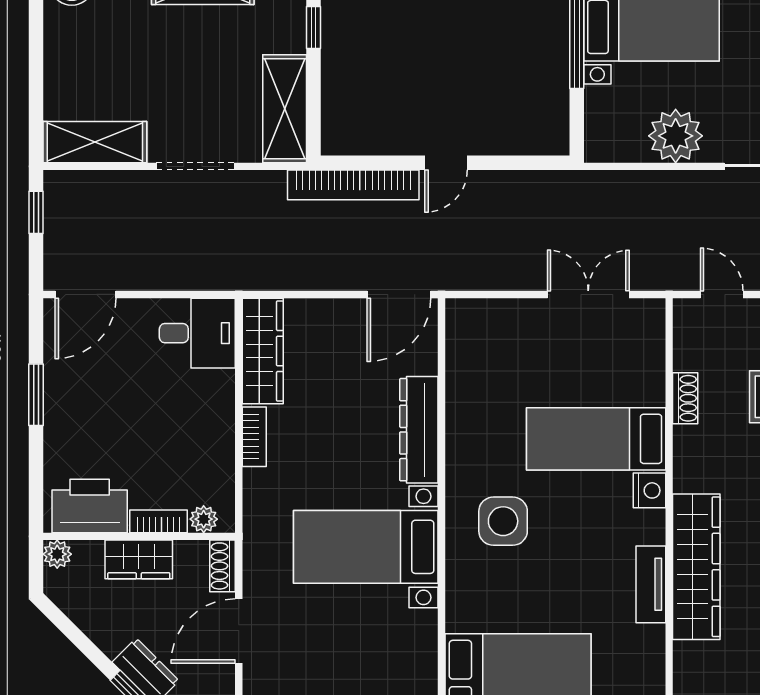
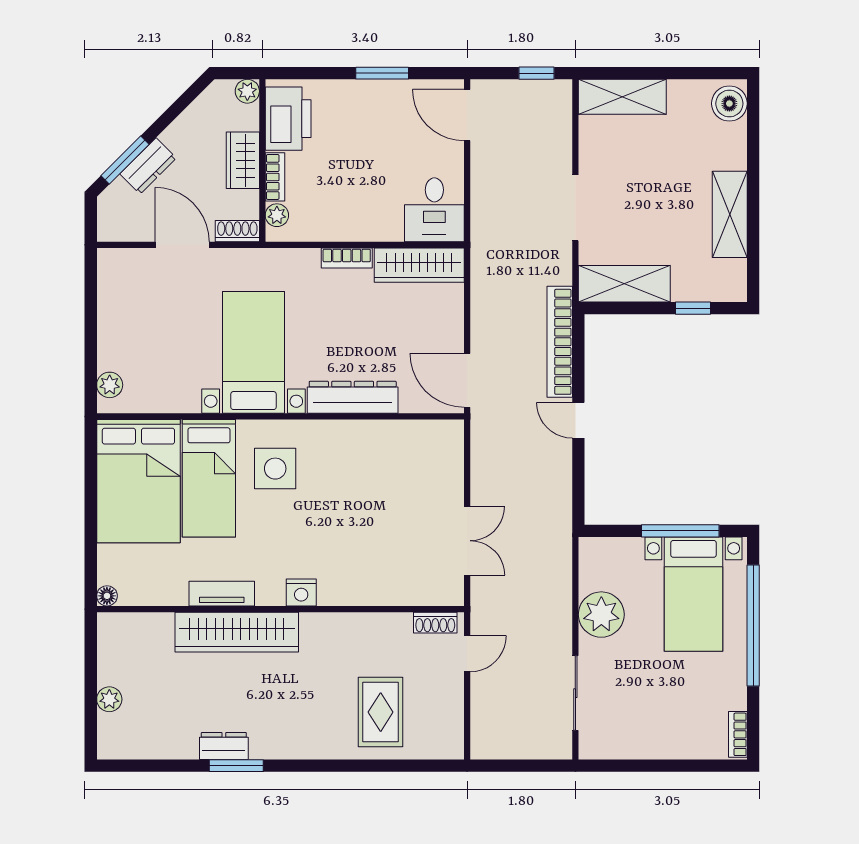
shelving: (95, 142) -> (622, 97), moved, turned 90
shoe rack: (685, 398) -> (435, 623), moved
bed: (596, 439) -> (209, 478), moved, turned 180

